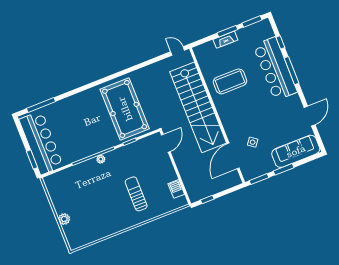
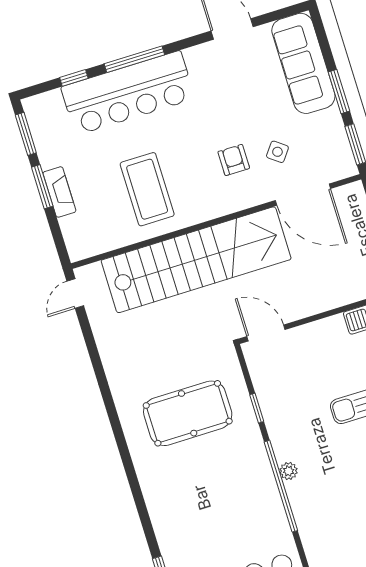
pool table: (125, 109) -> (188, 413), width x0.73, depth x0.76
armchair: (247, 122) -> (234, 160), added

